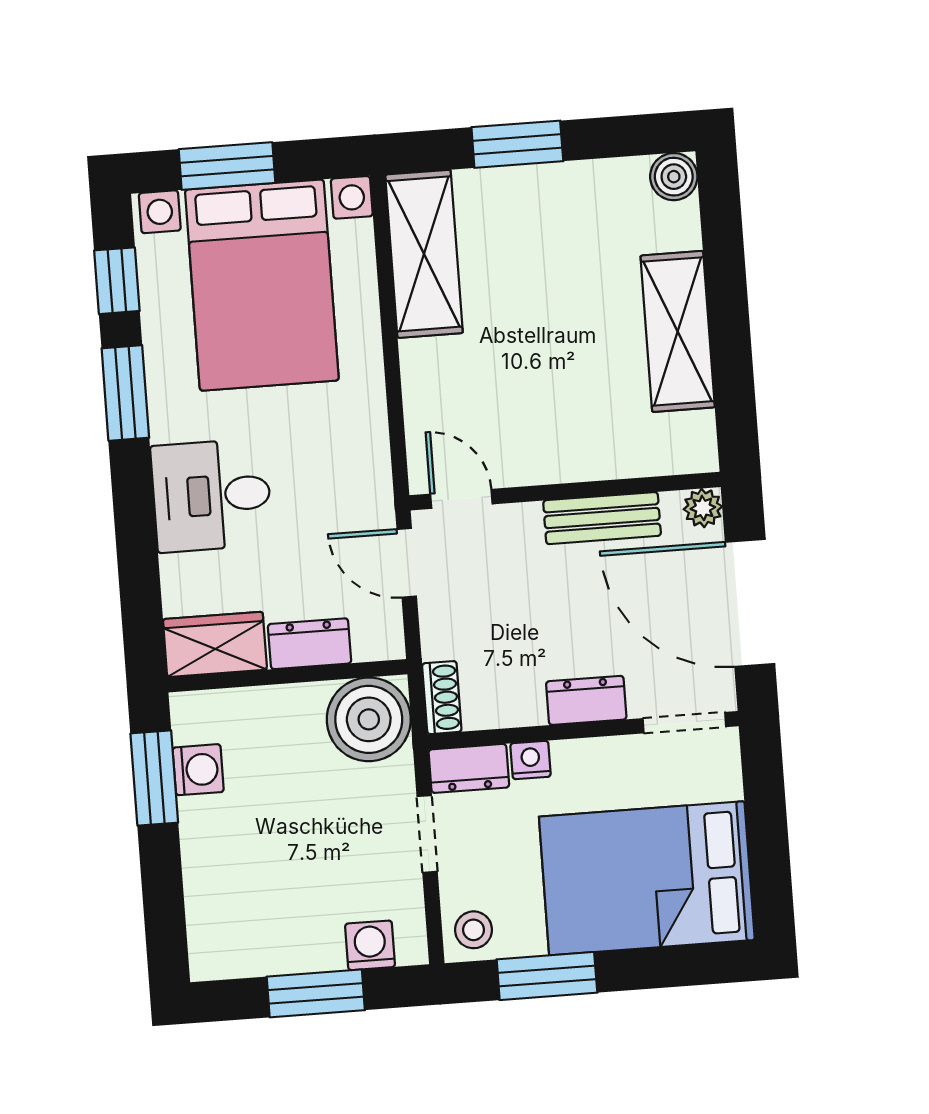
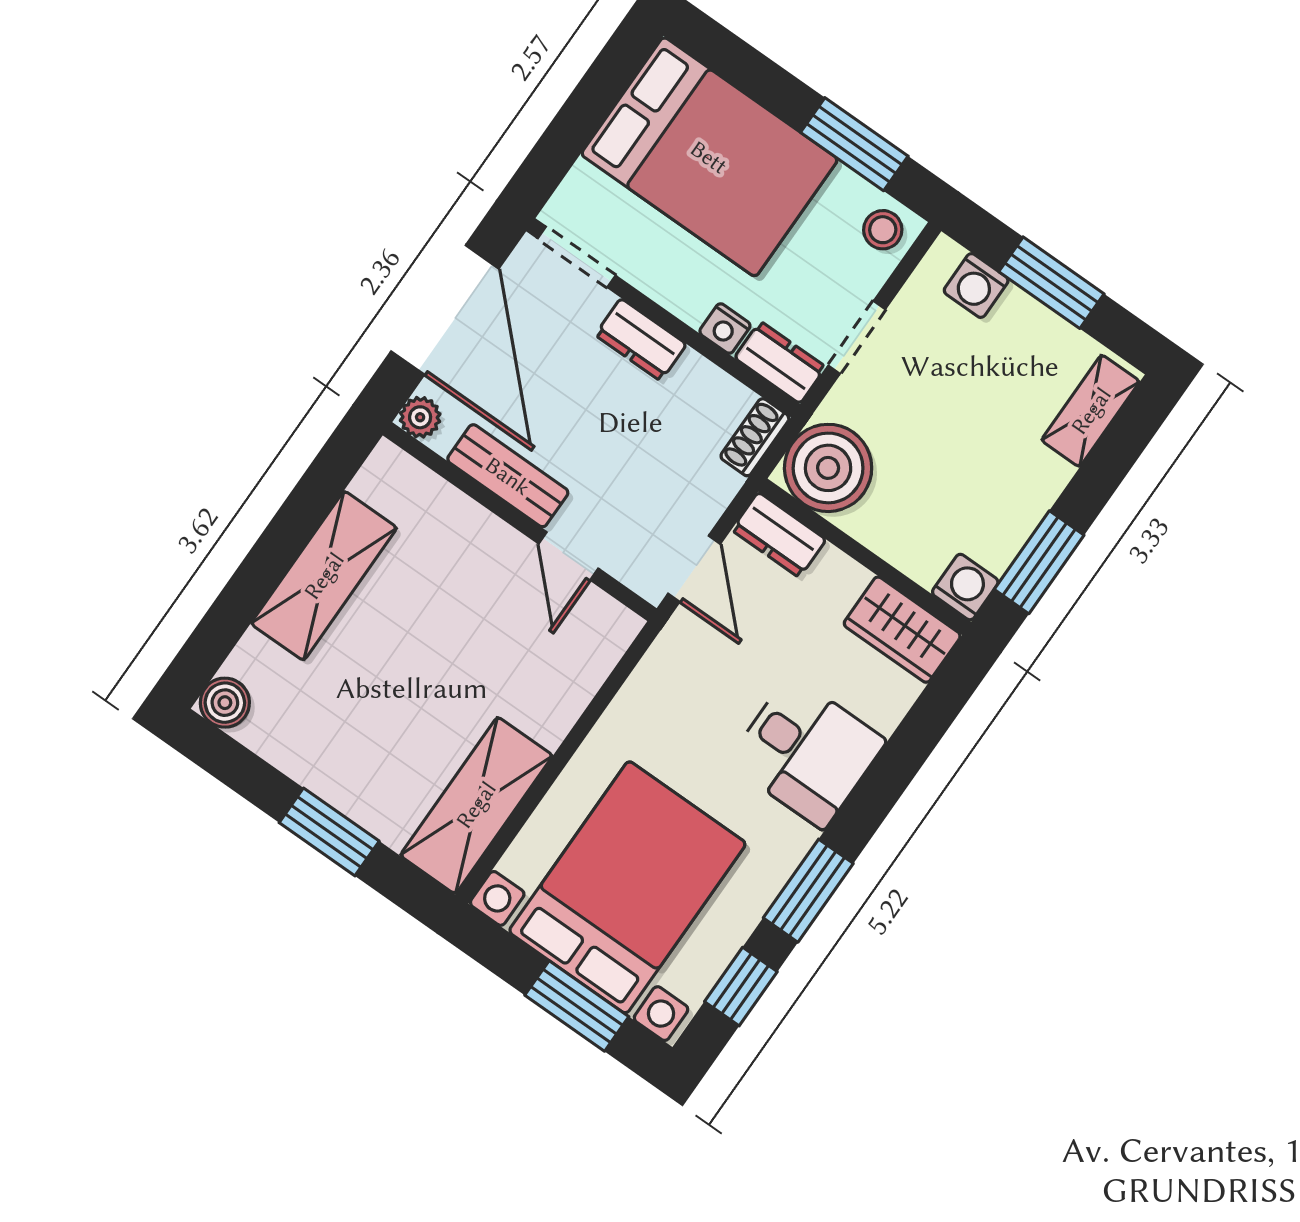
door: (461, 499) -> (569, 556), moved
dresser: (310, 644) -> (779, 535), moved
washing machine: (198, 770) -> (965, 587), moved, turned 90
shelving: (208, 922) -> (1091, 411), added

